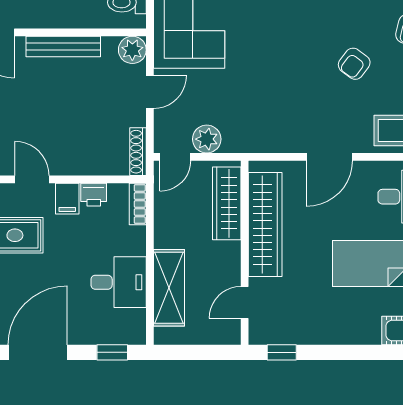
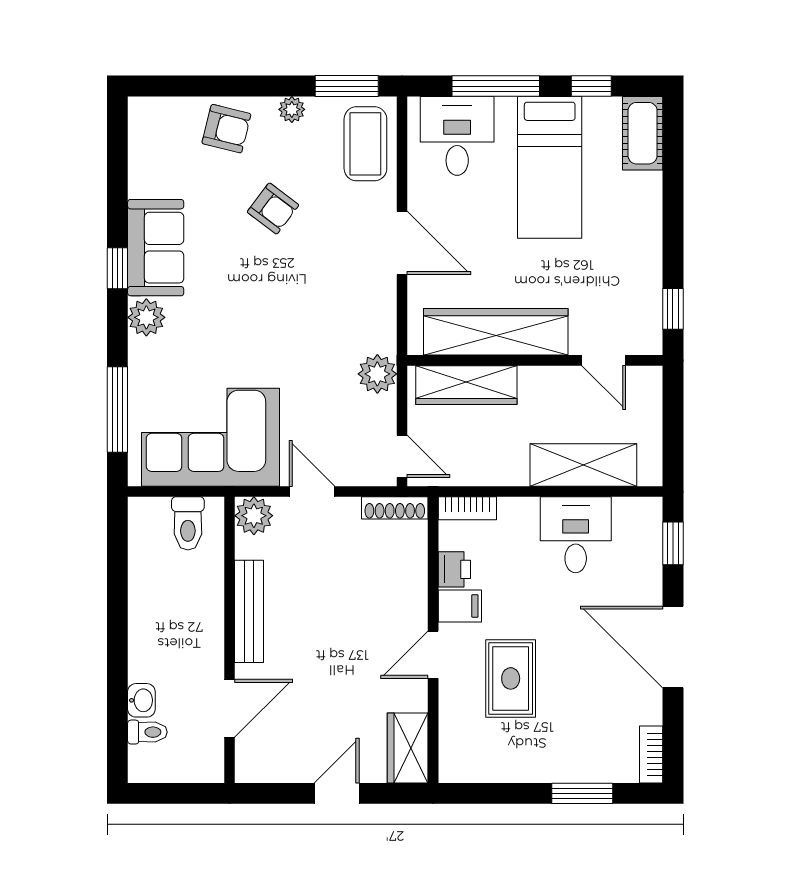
plant: (207, 139) -> (377, 374), moved

